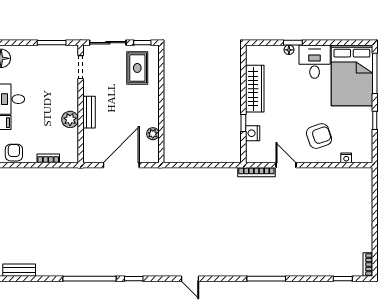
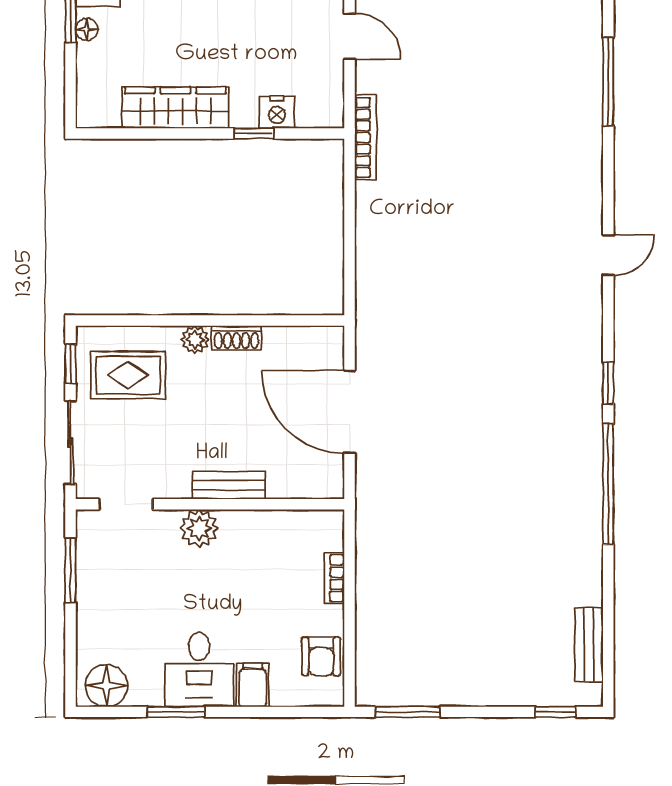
shoe rack: (154, 115) -> (236, 338), added
plant: (70, 119) -> (199, 528), moved
plant: (153, 134) -> (195, 340), moved
armchair: (14, 153) -> (321, 656), turned -90
door: (286, 165) -> (350, 36), swing flipped
bookcase: (256, 172) -> (366, 138), moved

